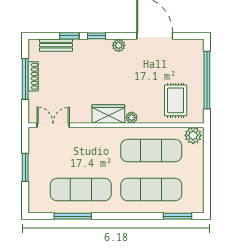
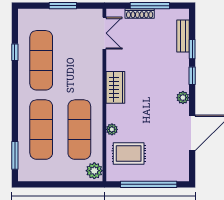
shoe rack: (33, 76) -> (140, 14), moved
plant: (132, 118) -> (112, 129), moved
window: (73, 216) -> (15, 52), width x0.46

